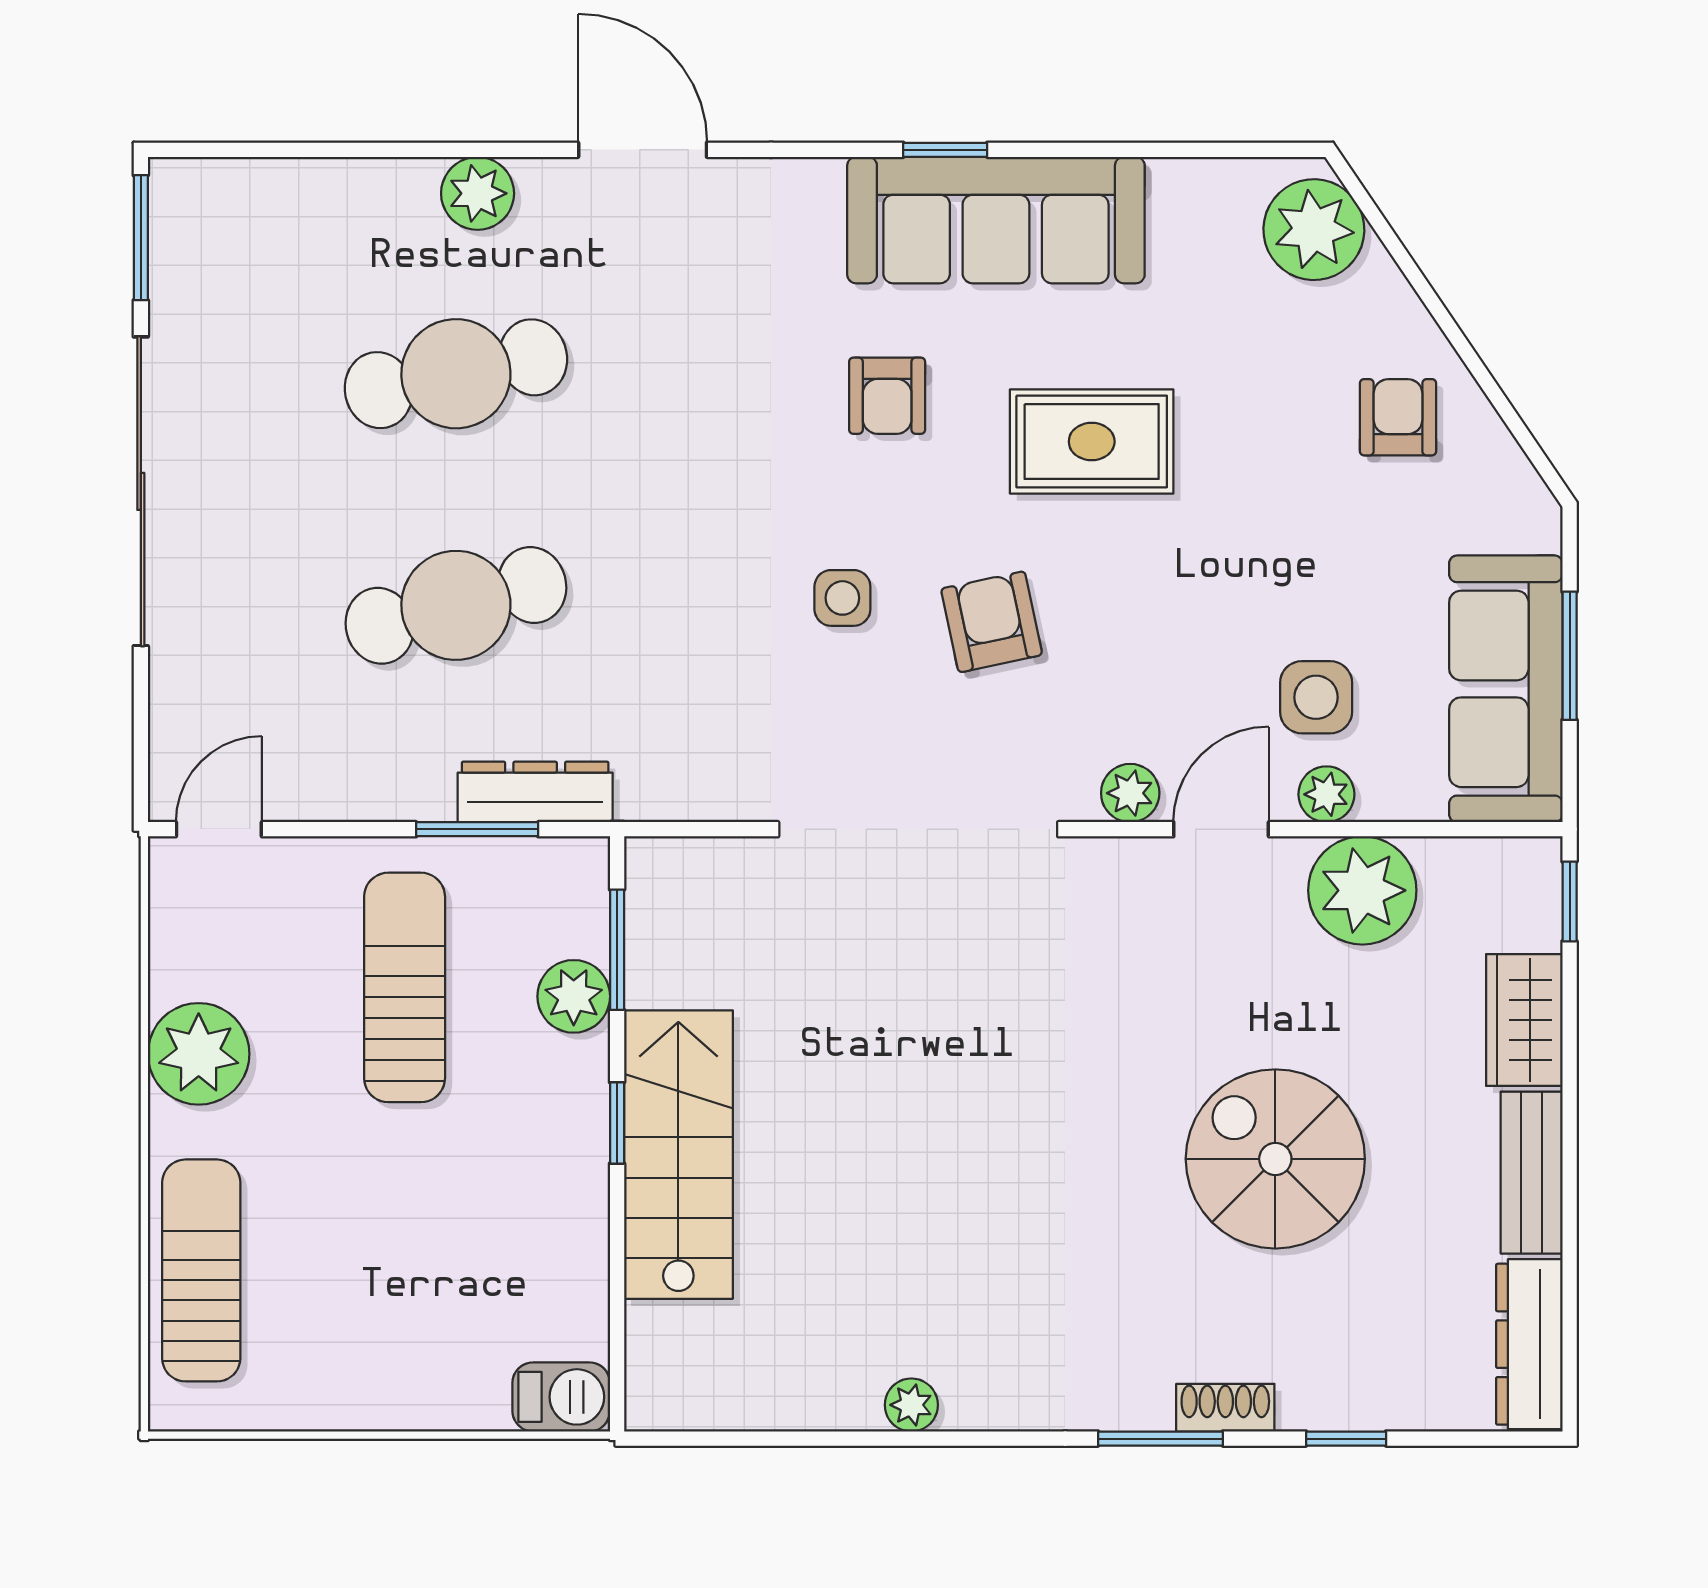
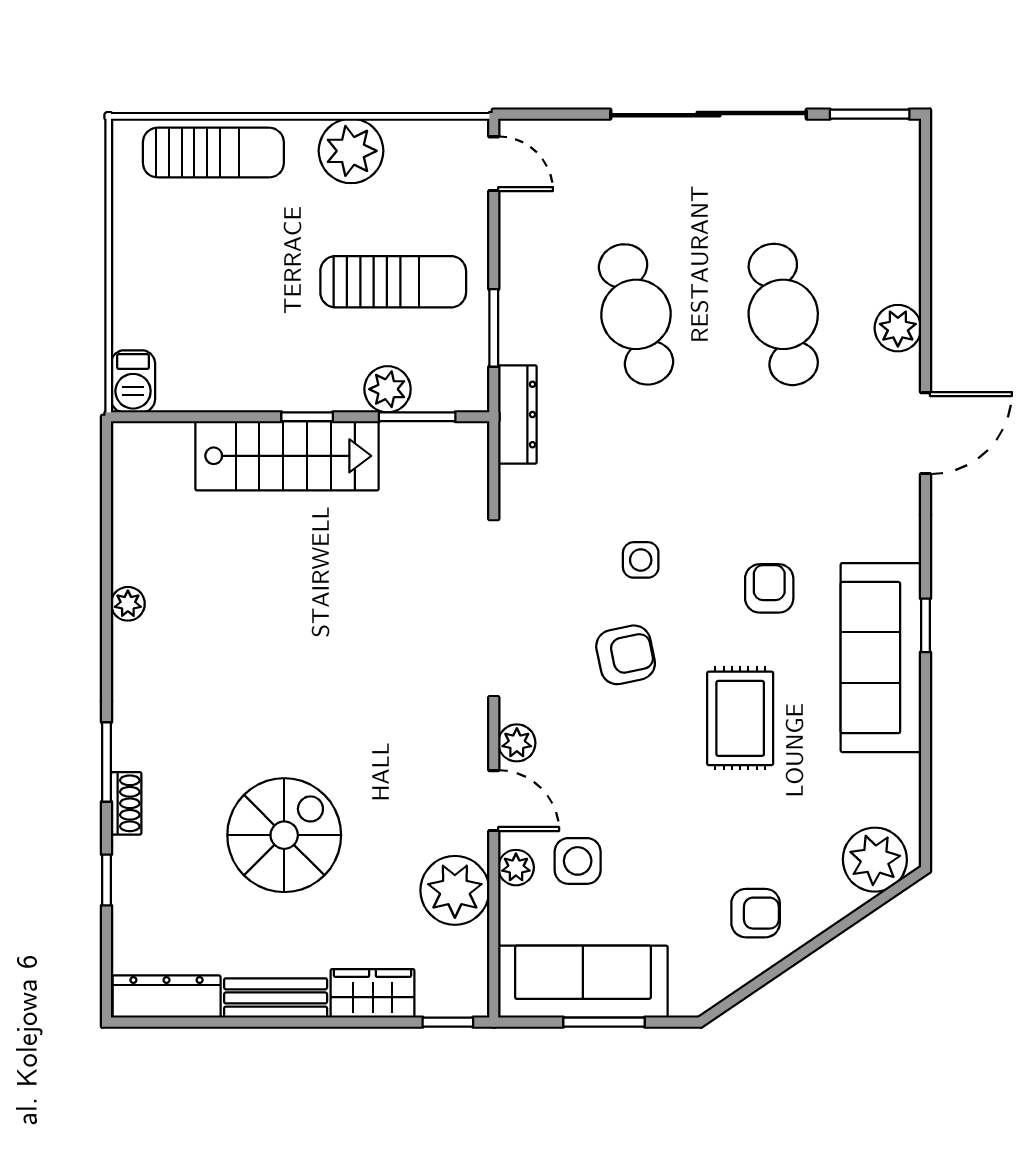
armchair: (887, 396) -> (769, 588), turned 90
dresser: (535, 792) -> (517, 414), moved

